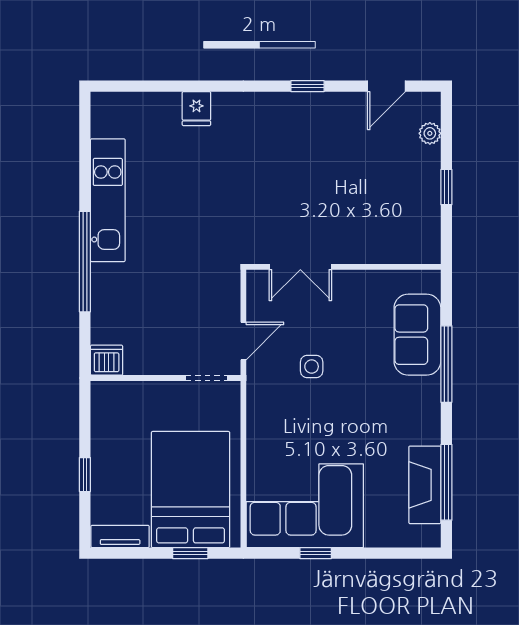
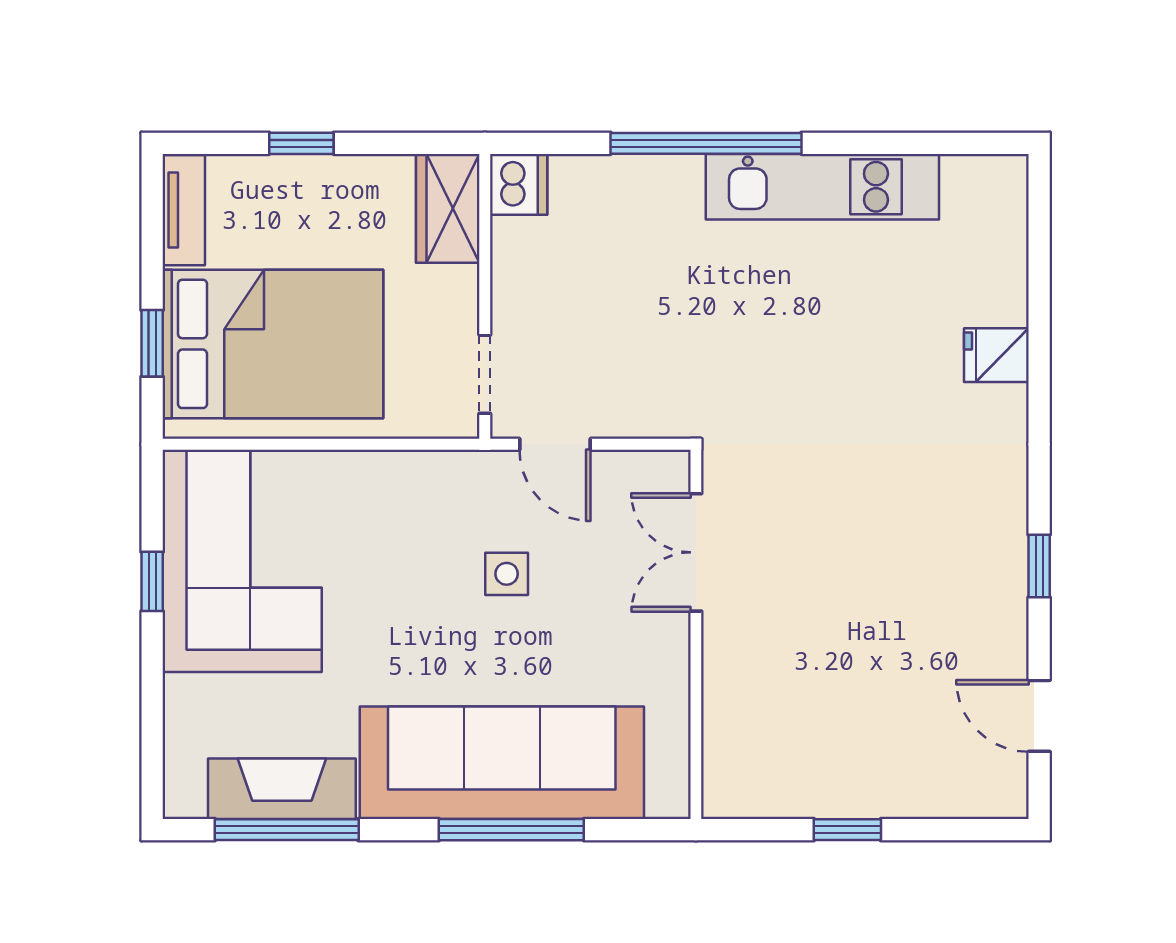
plant: (430, 133) -> (949, 798), removed
sofa: (417, 335) -> (502, 763), width x1.85, depth x1.27
wardrobe: (119, 397) -> (448, 208), added

